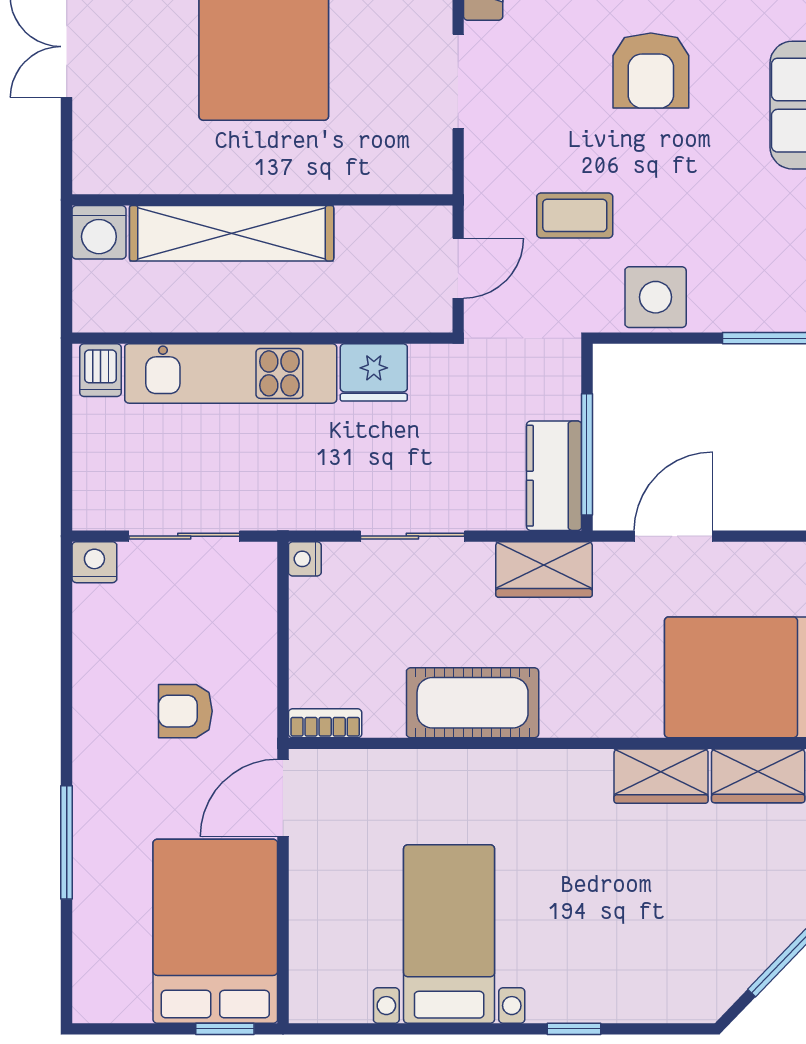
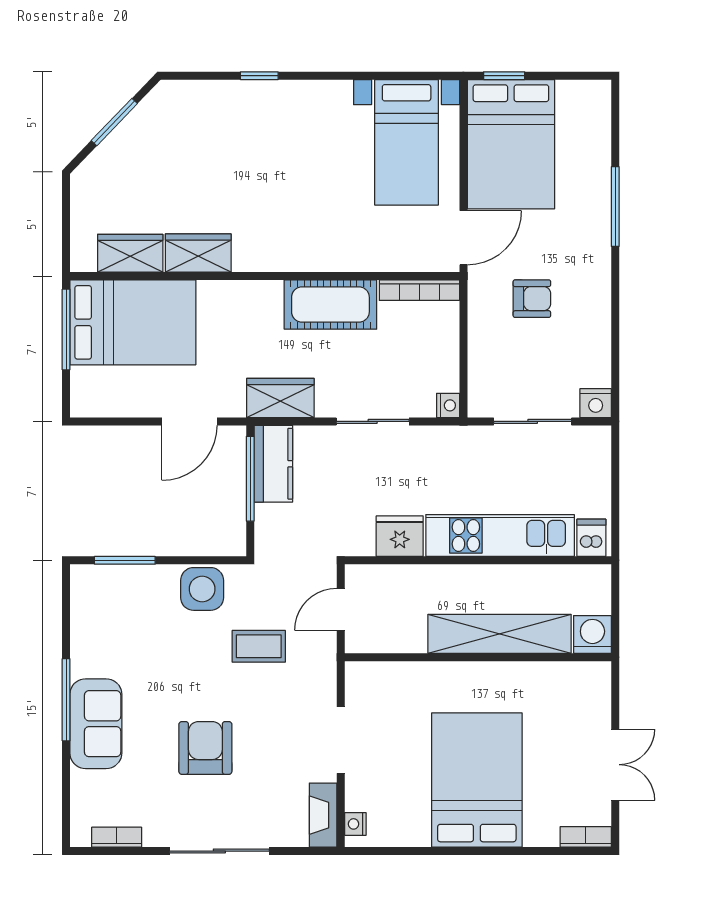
bookcase: (325, 723) -> (419, 290), width x1.56
bed with nightstands: (449, 934) -> (407, 142), moved

